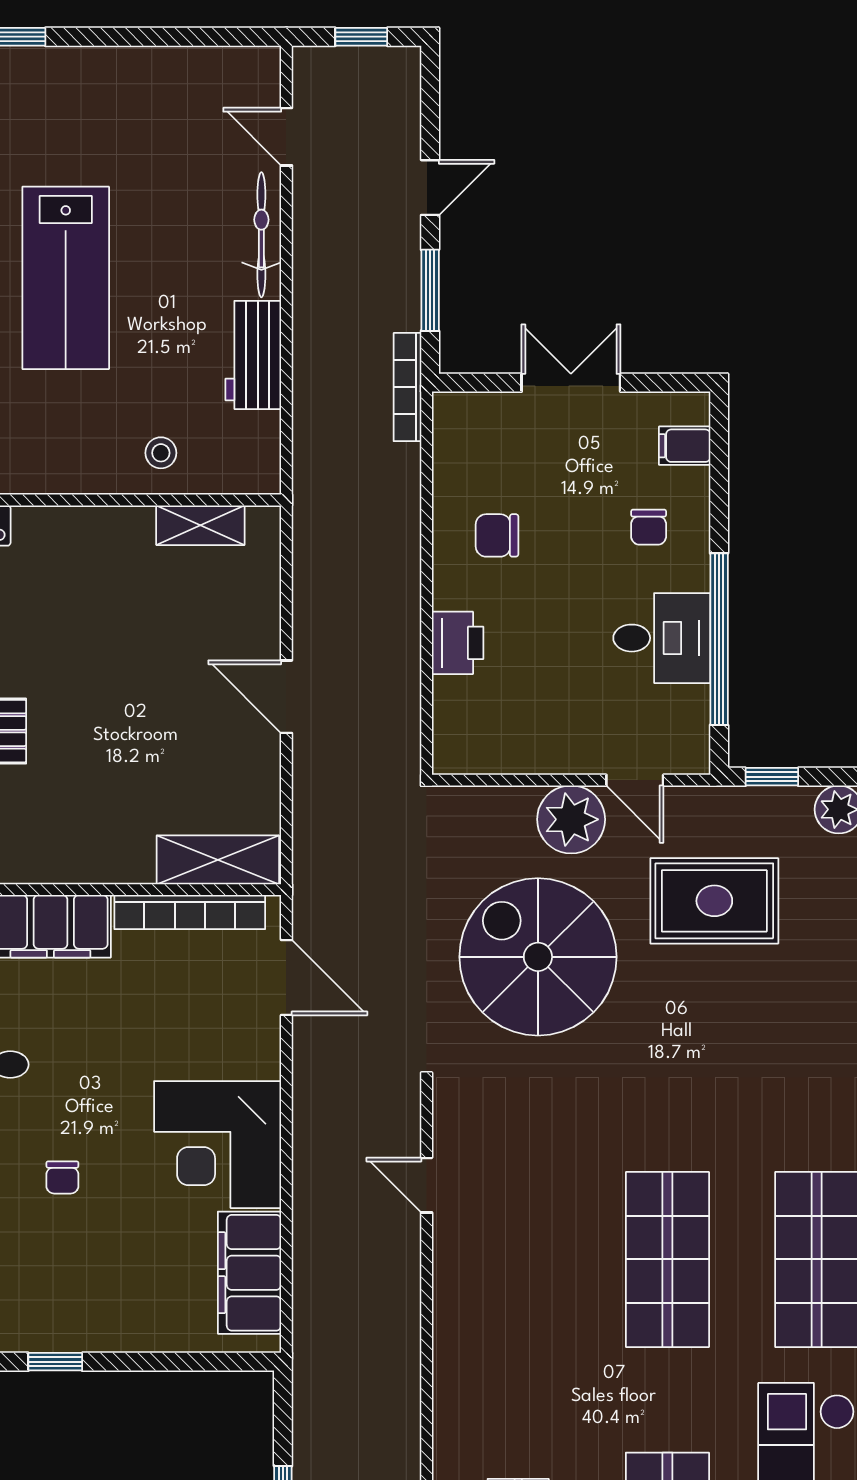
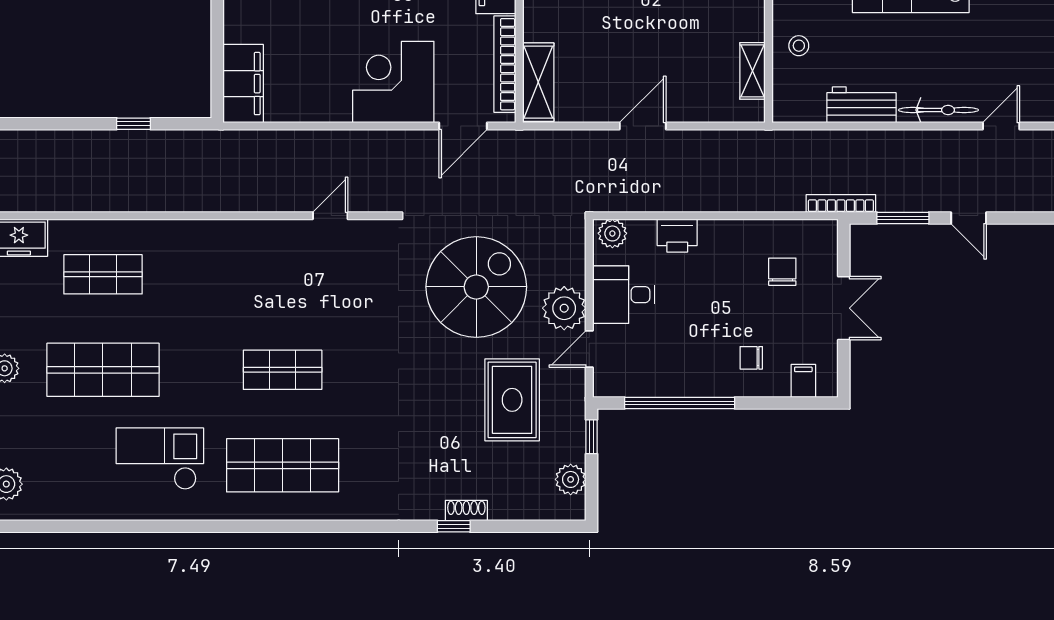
chair: (497, 535) -> (782, 272), moved
desk: (662, 638) -> (624, 295), moved, turned 90
plant: (454, 744) -> (612, 233), added
corner desk: (218, 1145) -> (393, 82), moved
shop shelf: (667, 1259) -> (283, 370), width x0.70, depth x0.74
filing cabinet: (250, 1273) -> (243, 84), moved, turned 90

